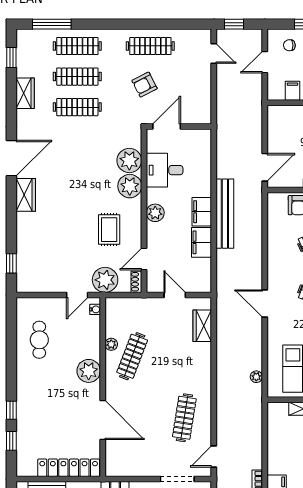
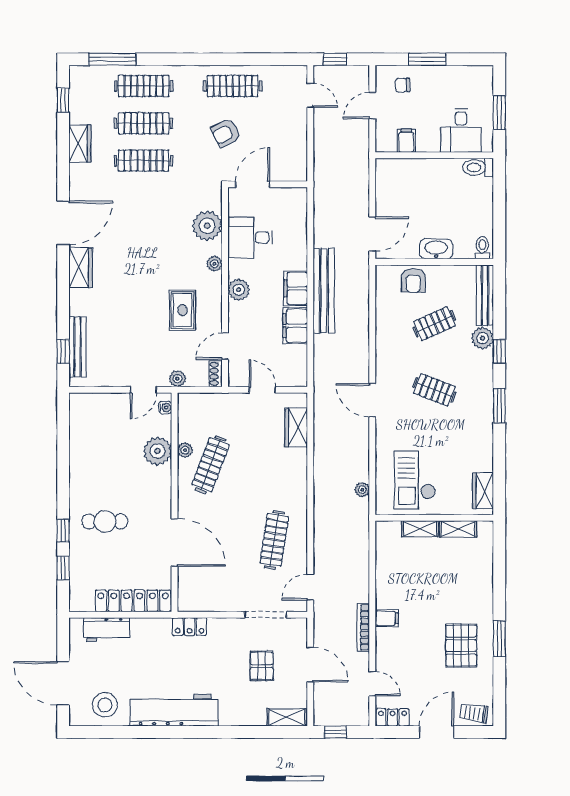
plant: (130, 186) -> (214, 264), width x0.53, depth x0.53
bench: (23, 260) -> (77, 347), added
plant: (105, 280) -> (177, 379), width x0.53, depth x0.53
cafe table: (39, 340) -> (105, 521), moved, turned 90
plant: (89, 371) -> (157, 451), moved

